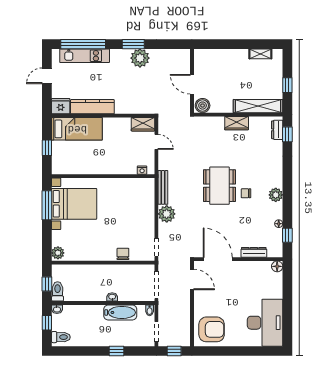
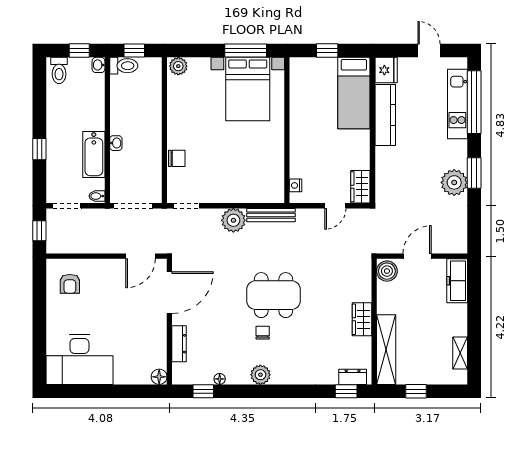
freezer: (209, 56) -> (457, 281), added
armchair: (212, 329) -> (70, 284), width x0.53, depth x0.53

